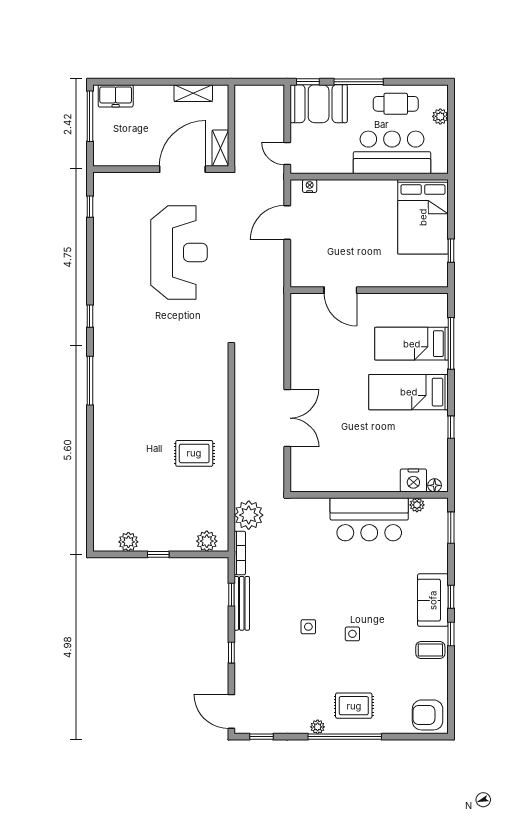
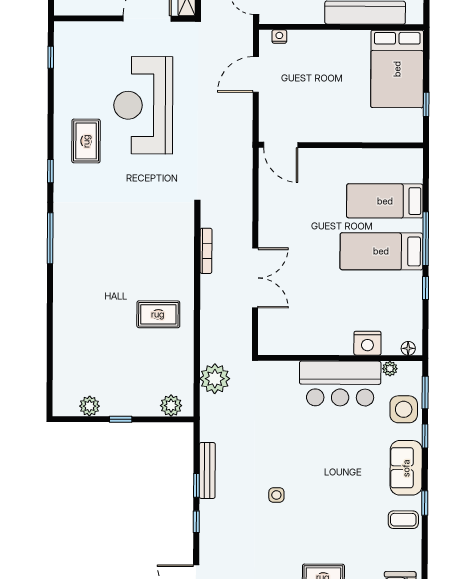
reception desk: (179, 252) -> (143, 105), turned 180
rug: (124, 287) -> (86, 141), added
door: (340, 290) -> (281, 145), moved
window: (451, 343) -> (426, 239), moved
nightstand: (413, 480) -> (367, 343), moved
bookcase: (240, 553) -> (206, 251), moved
window: (231, 595) -> (196, 485), moved
window: (451, 597) -> (425, 436), moved
side table: (352, 634) -> (404, 409), moved, width x1.87, depth x1.87

